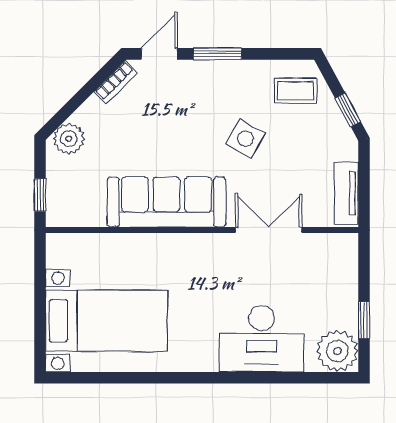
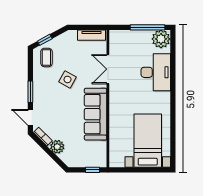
window: (348, 110) -> (45, 40), moved
plant: (69, 139) -> (57, 147), moved
window: (364, 320) -> (147, 27), width x2.17

